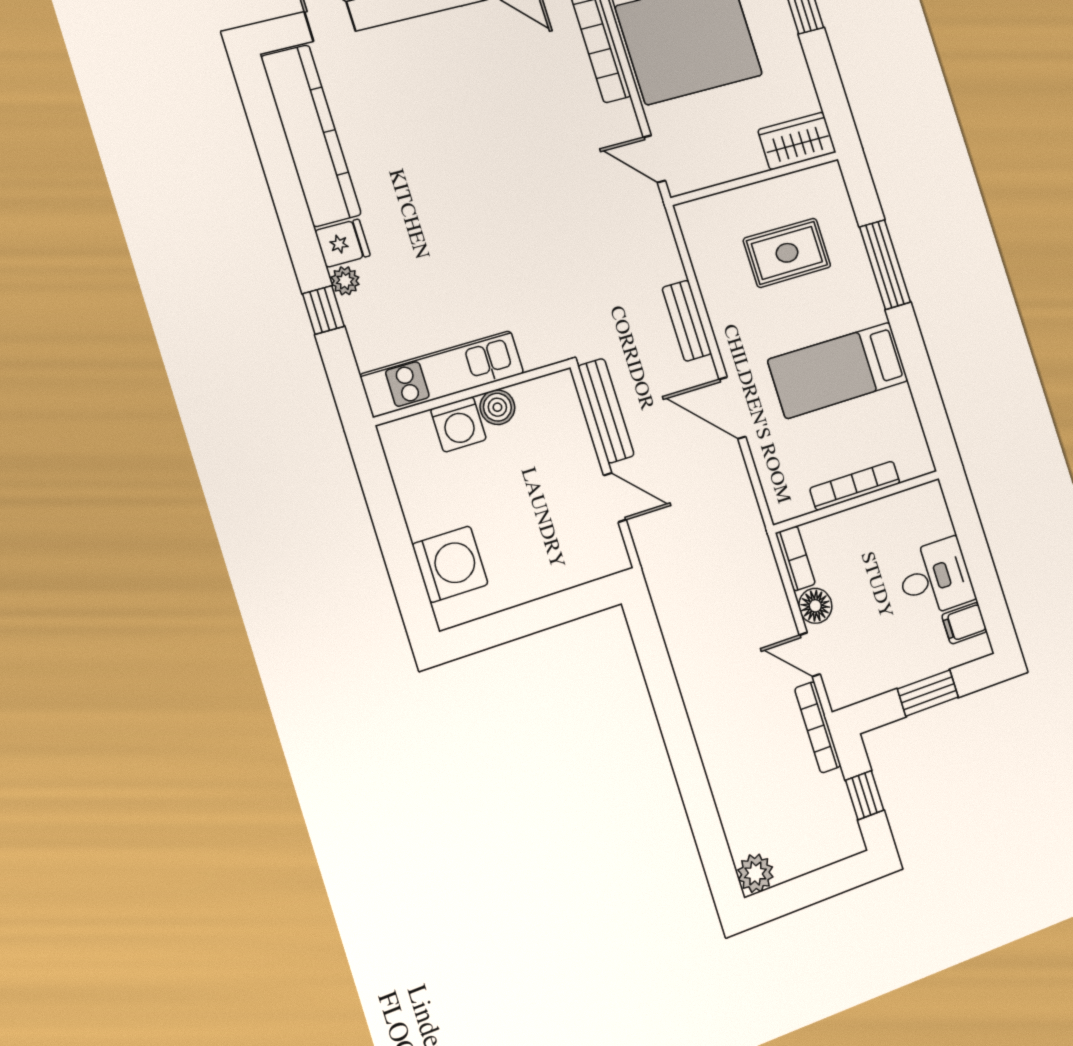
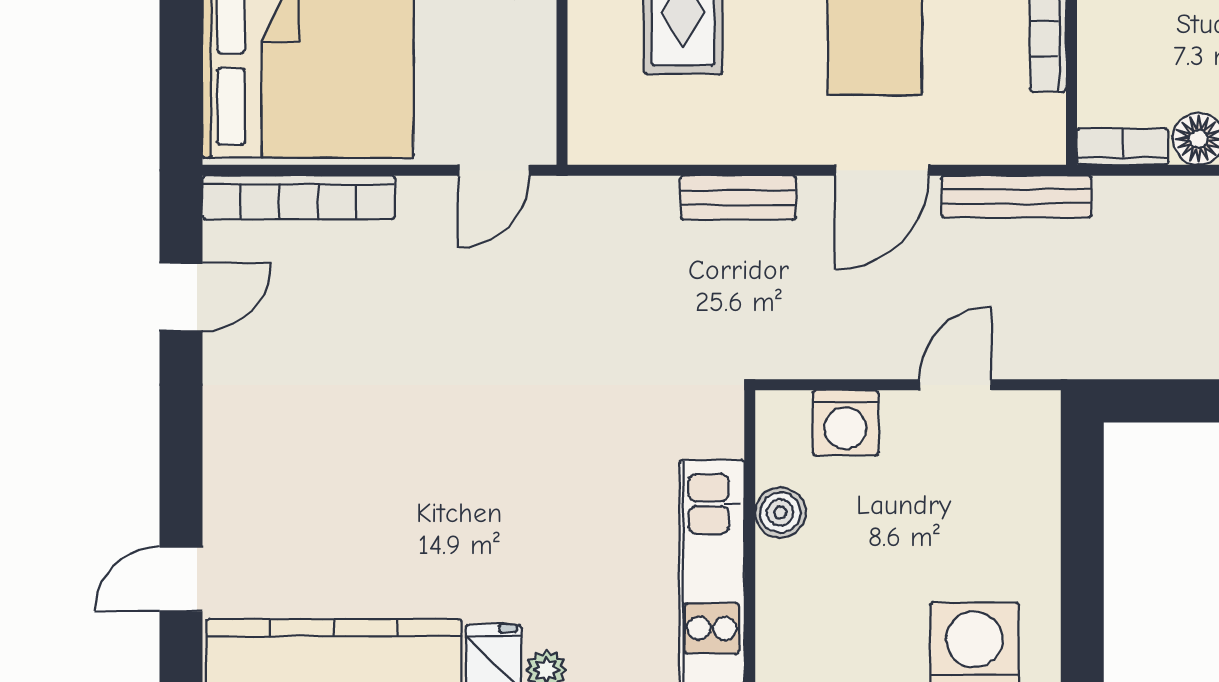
bench: (606, 411) -> (1016, 197), moved
washing machine: (458, 424) -> (846, 423), moved, turned 90

